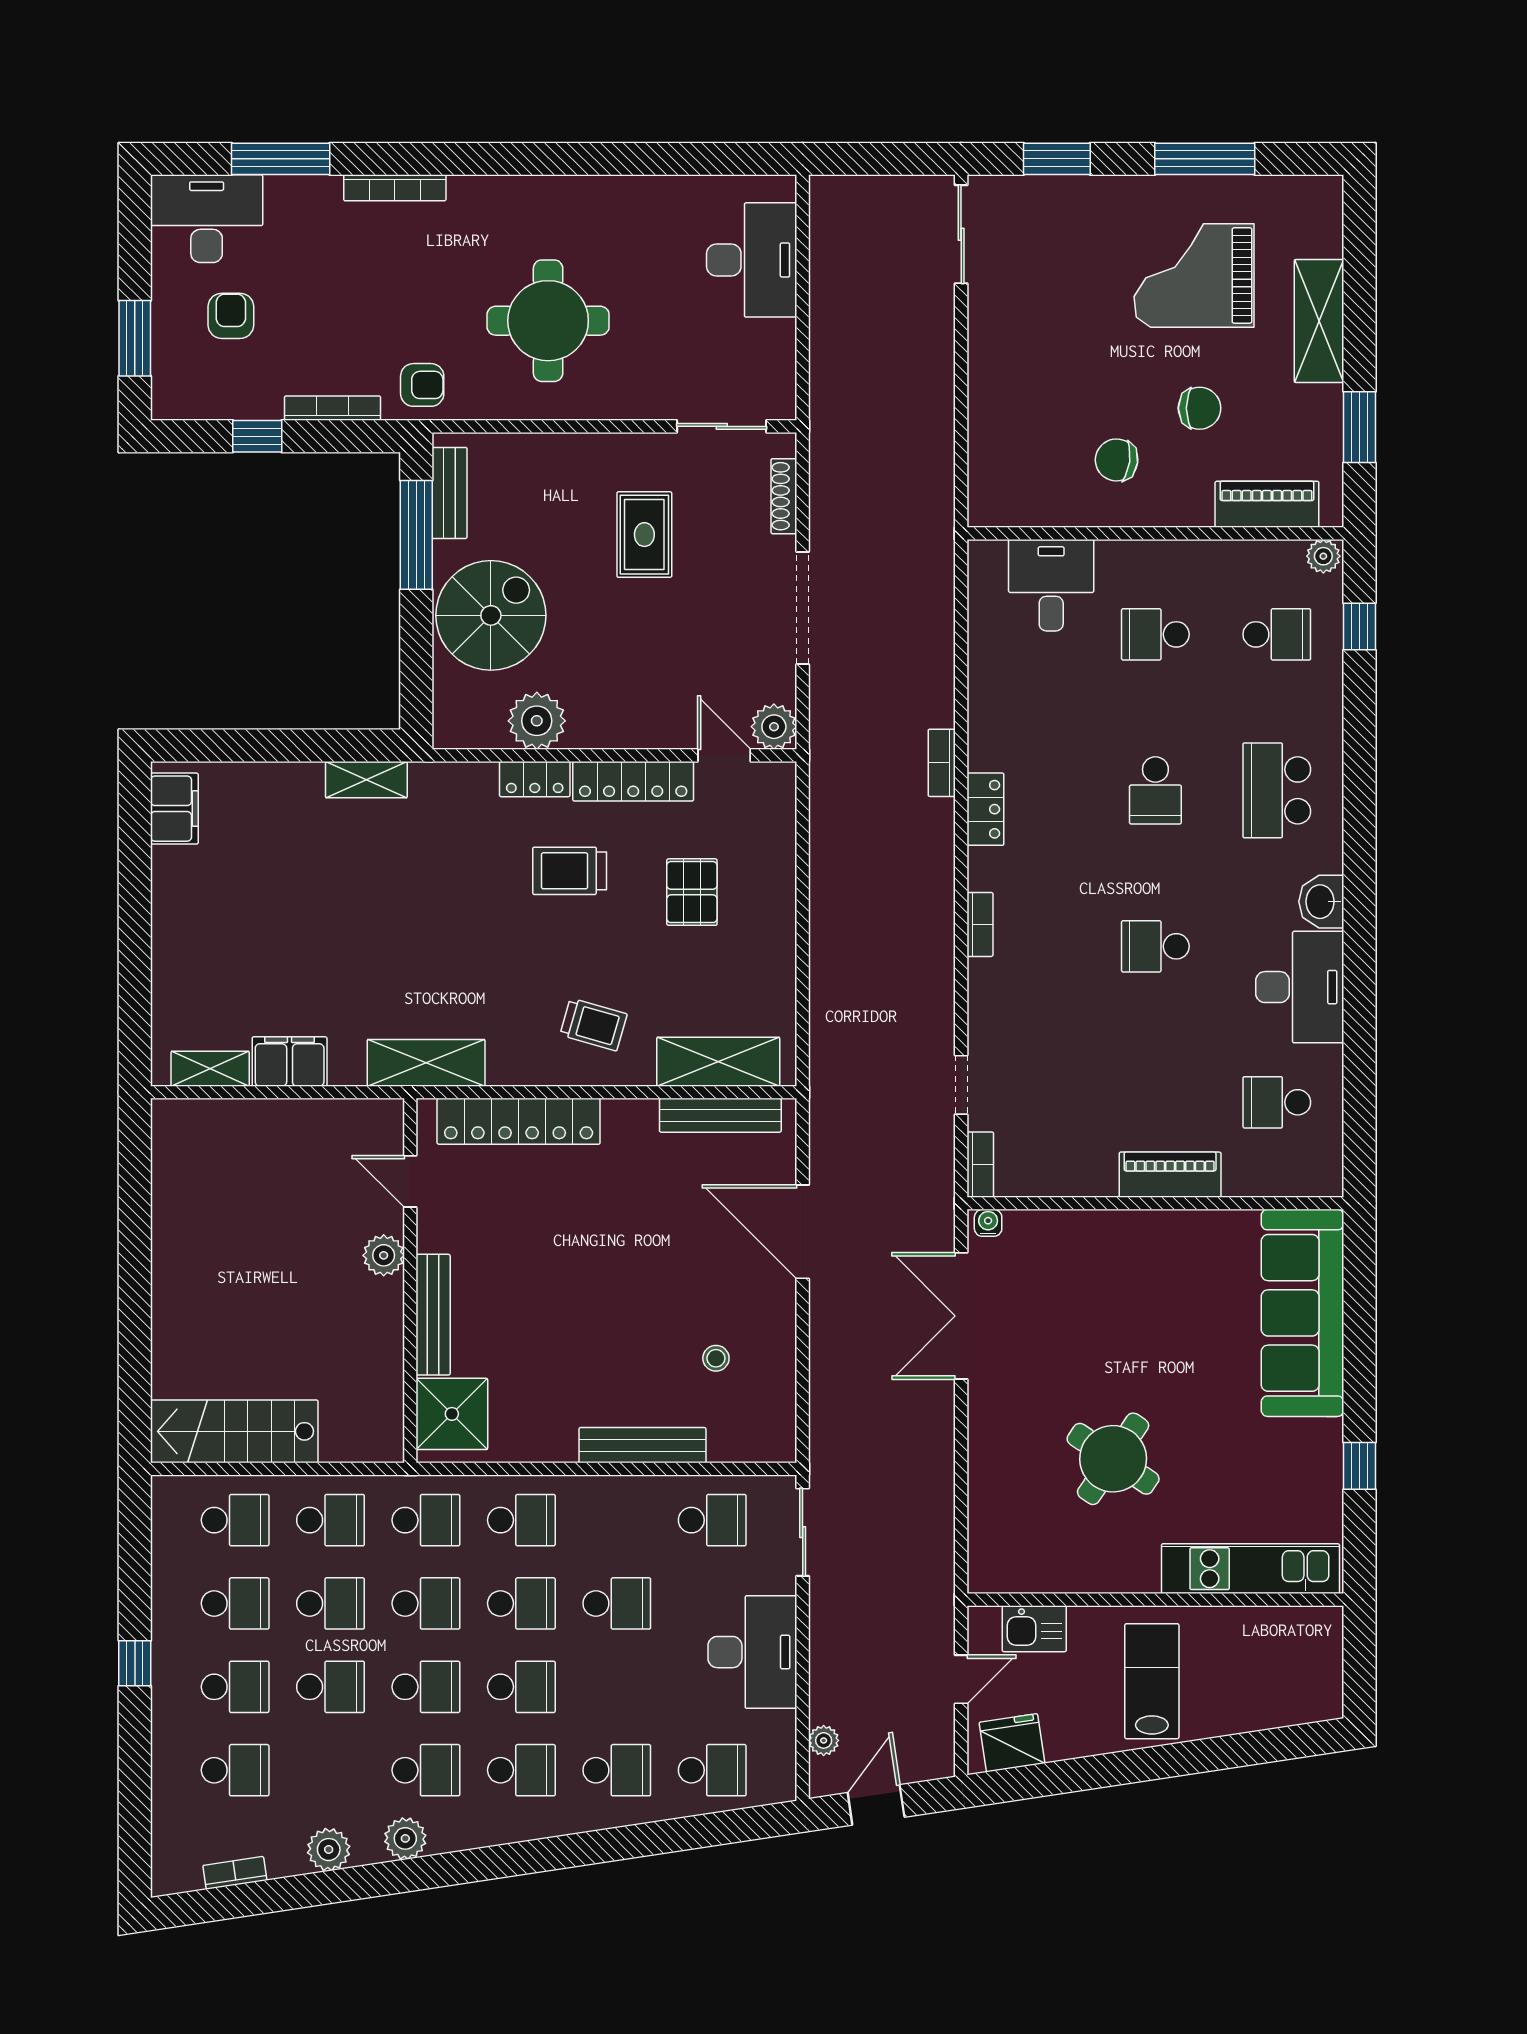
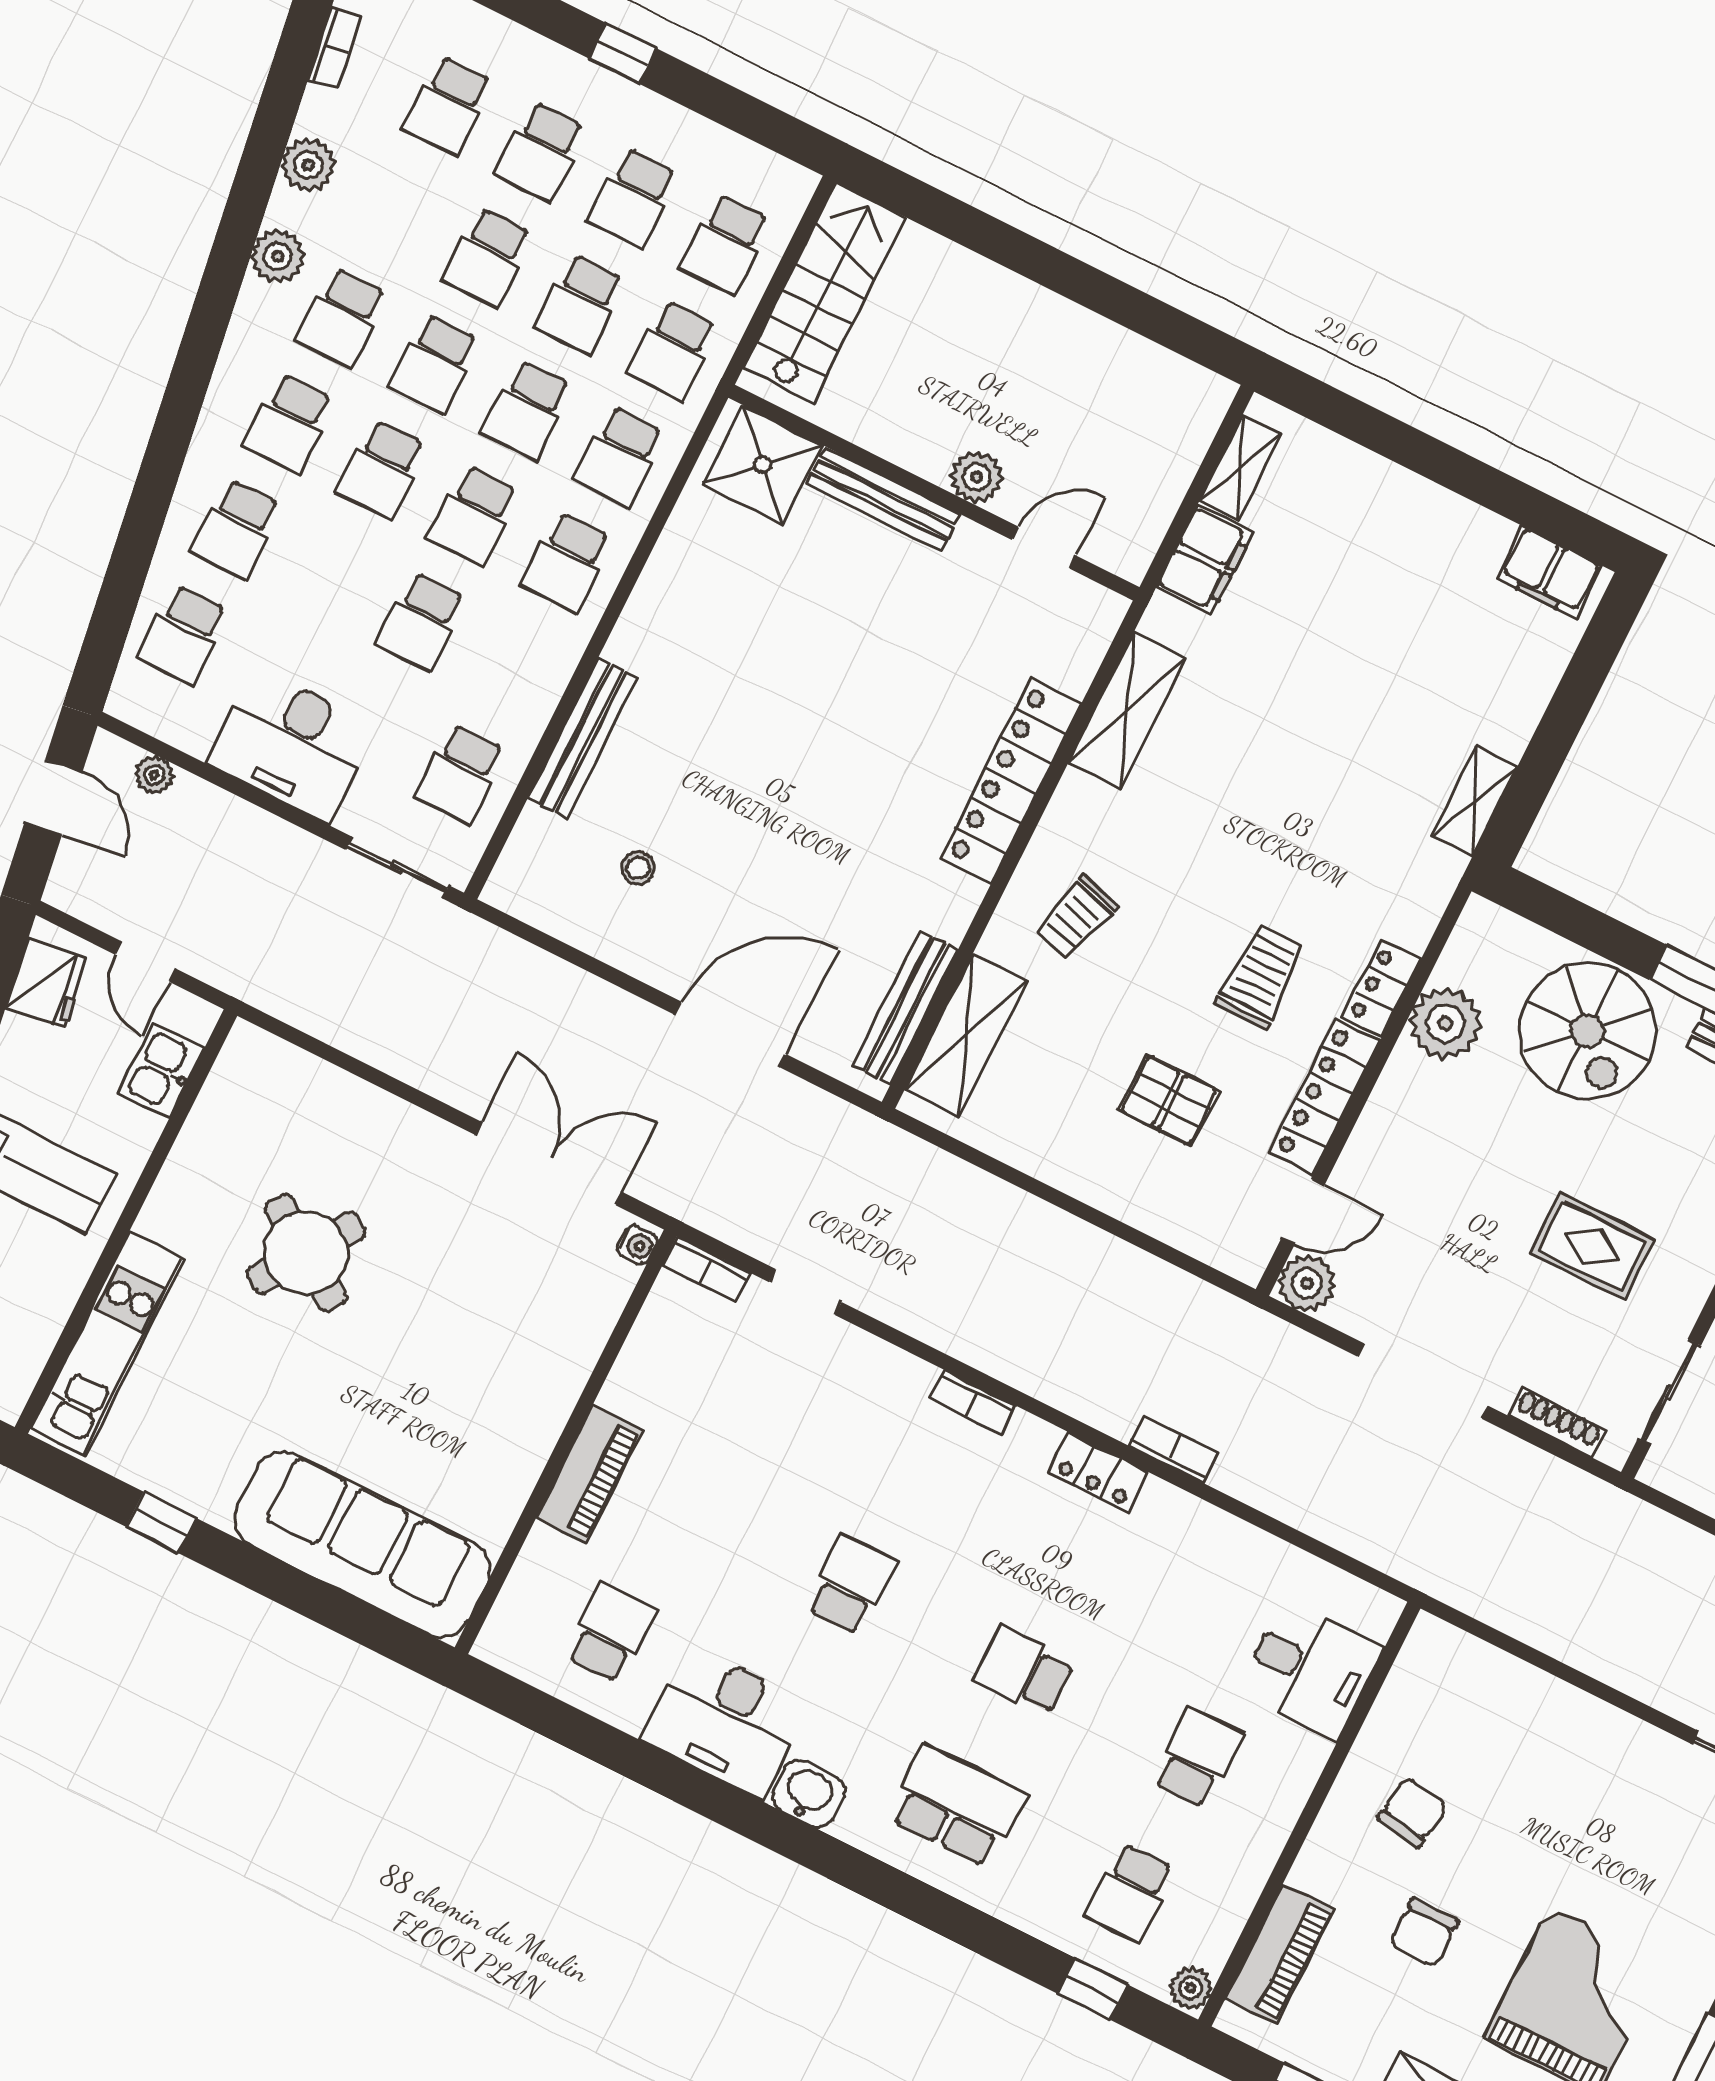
door: (410, 1181) -> (1044, 548), moved
plant: (384, 1255) -> (977, 477), moved
wall: (410, 1281) -> (934, 493), moved
bench: (433, 1315) -> (883, 499), moved
shower: (452, 1414) -> (763, 465), moved

